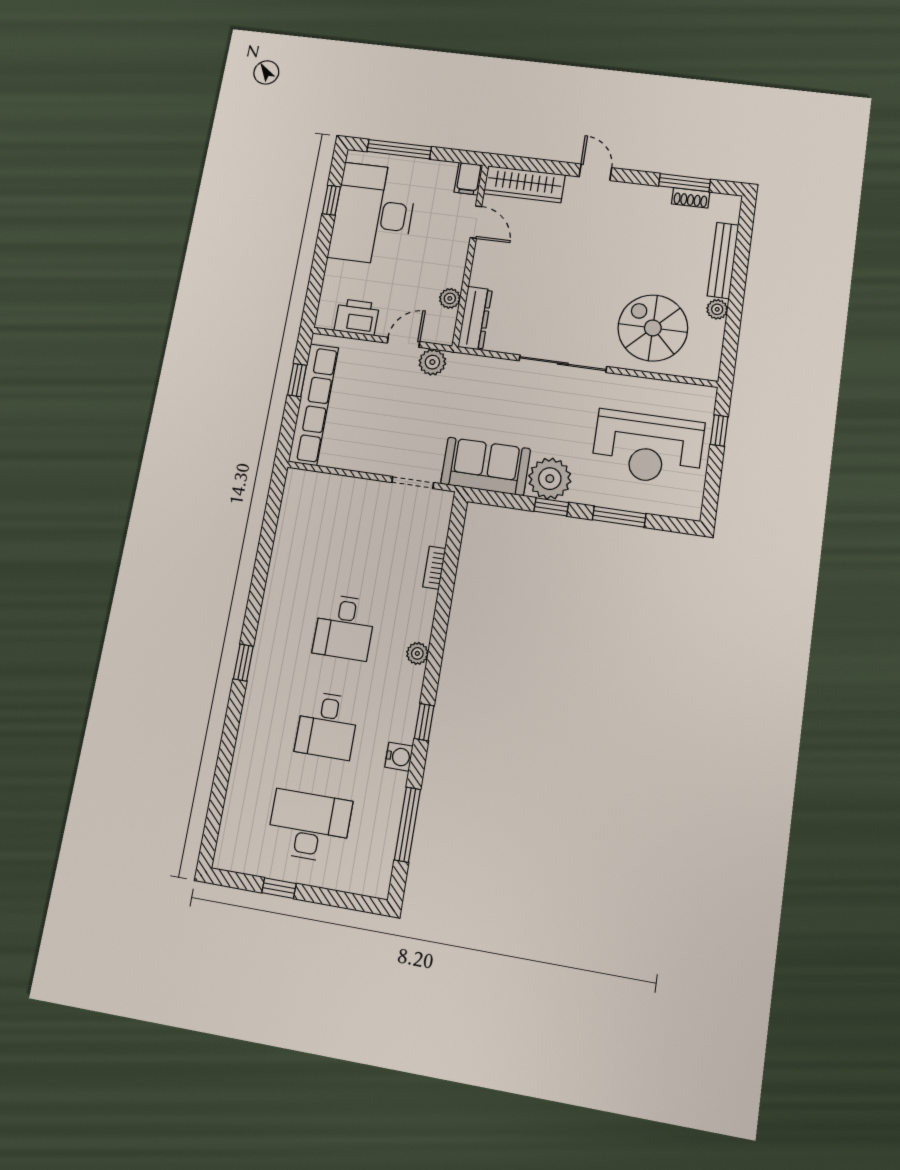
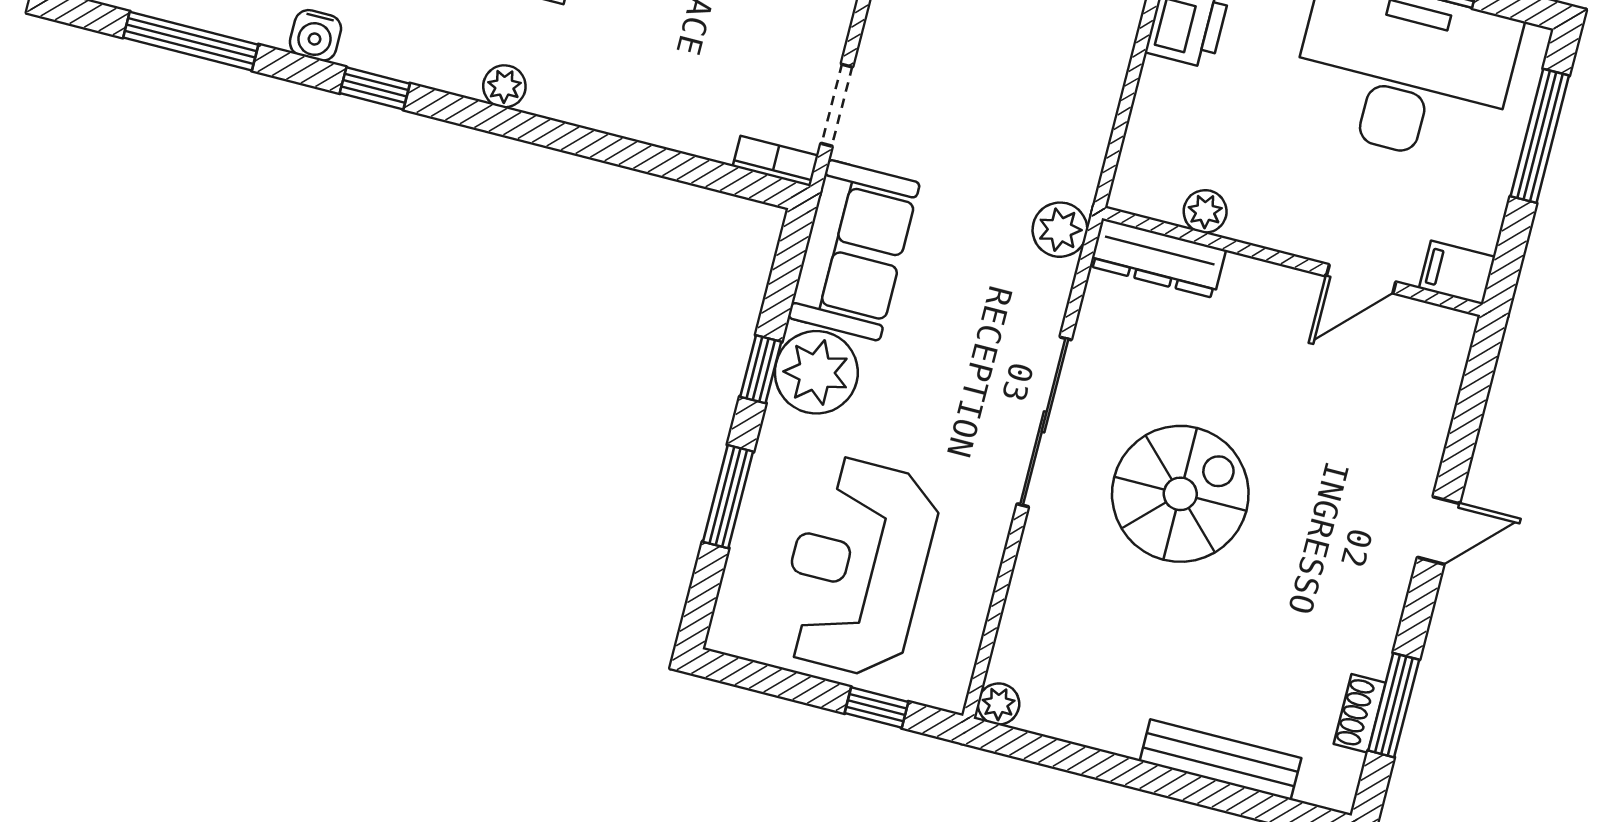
wardrobe: (524, 184) -> (1431, 384), removed
plant: (717, 309) -> (999, 704), moved
spiral stairs: (653, 328) -> (1180, 494), moved
door: (403, 342) -> (1124, 111), removed
plant: (432, 362) -> (1060, 230), moved
bookcase: (434, 568) -> (776, 161), moved

